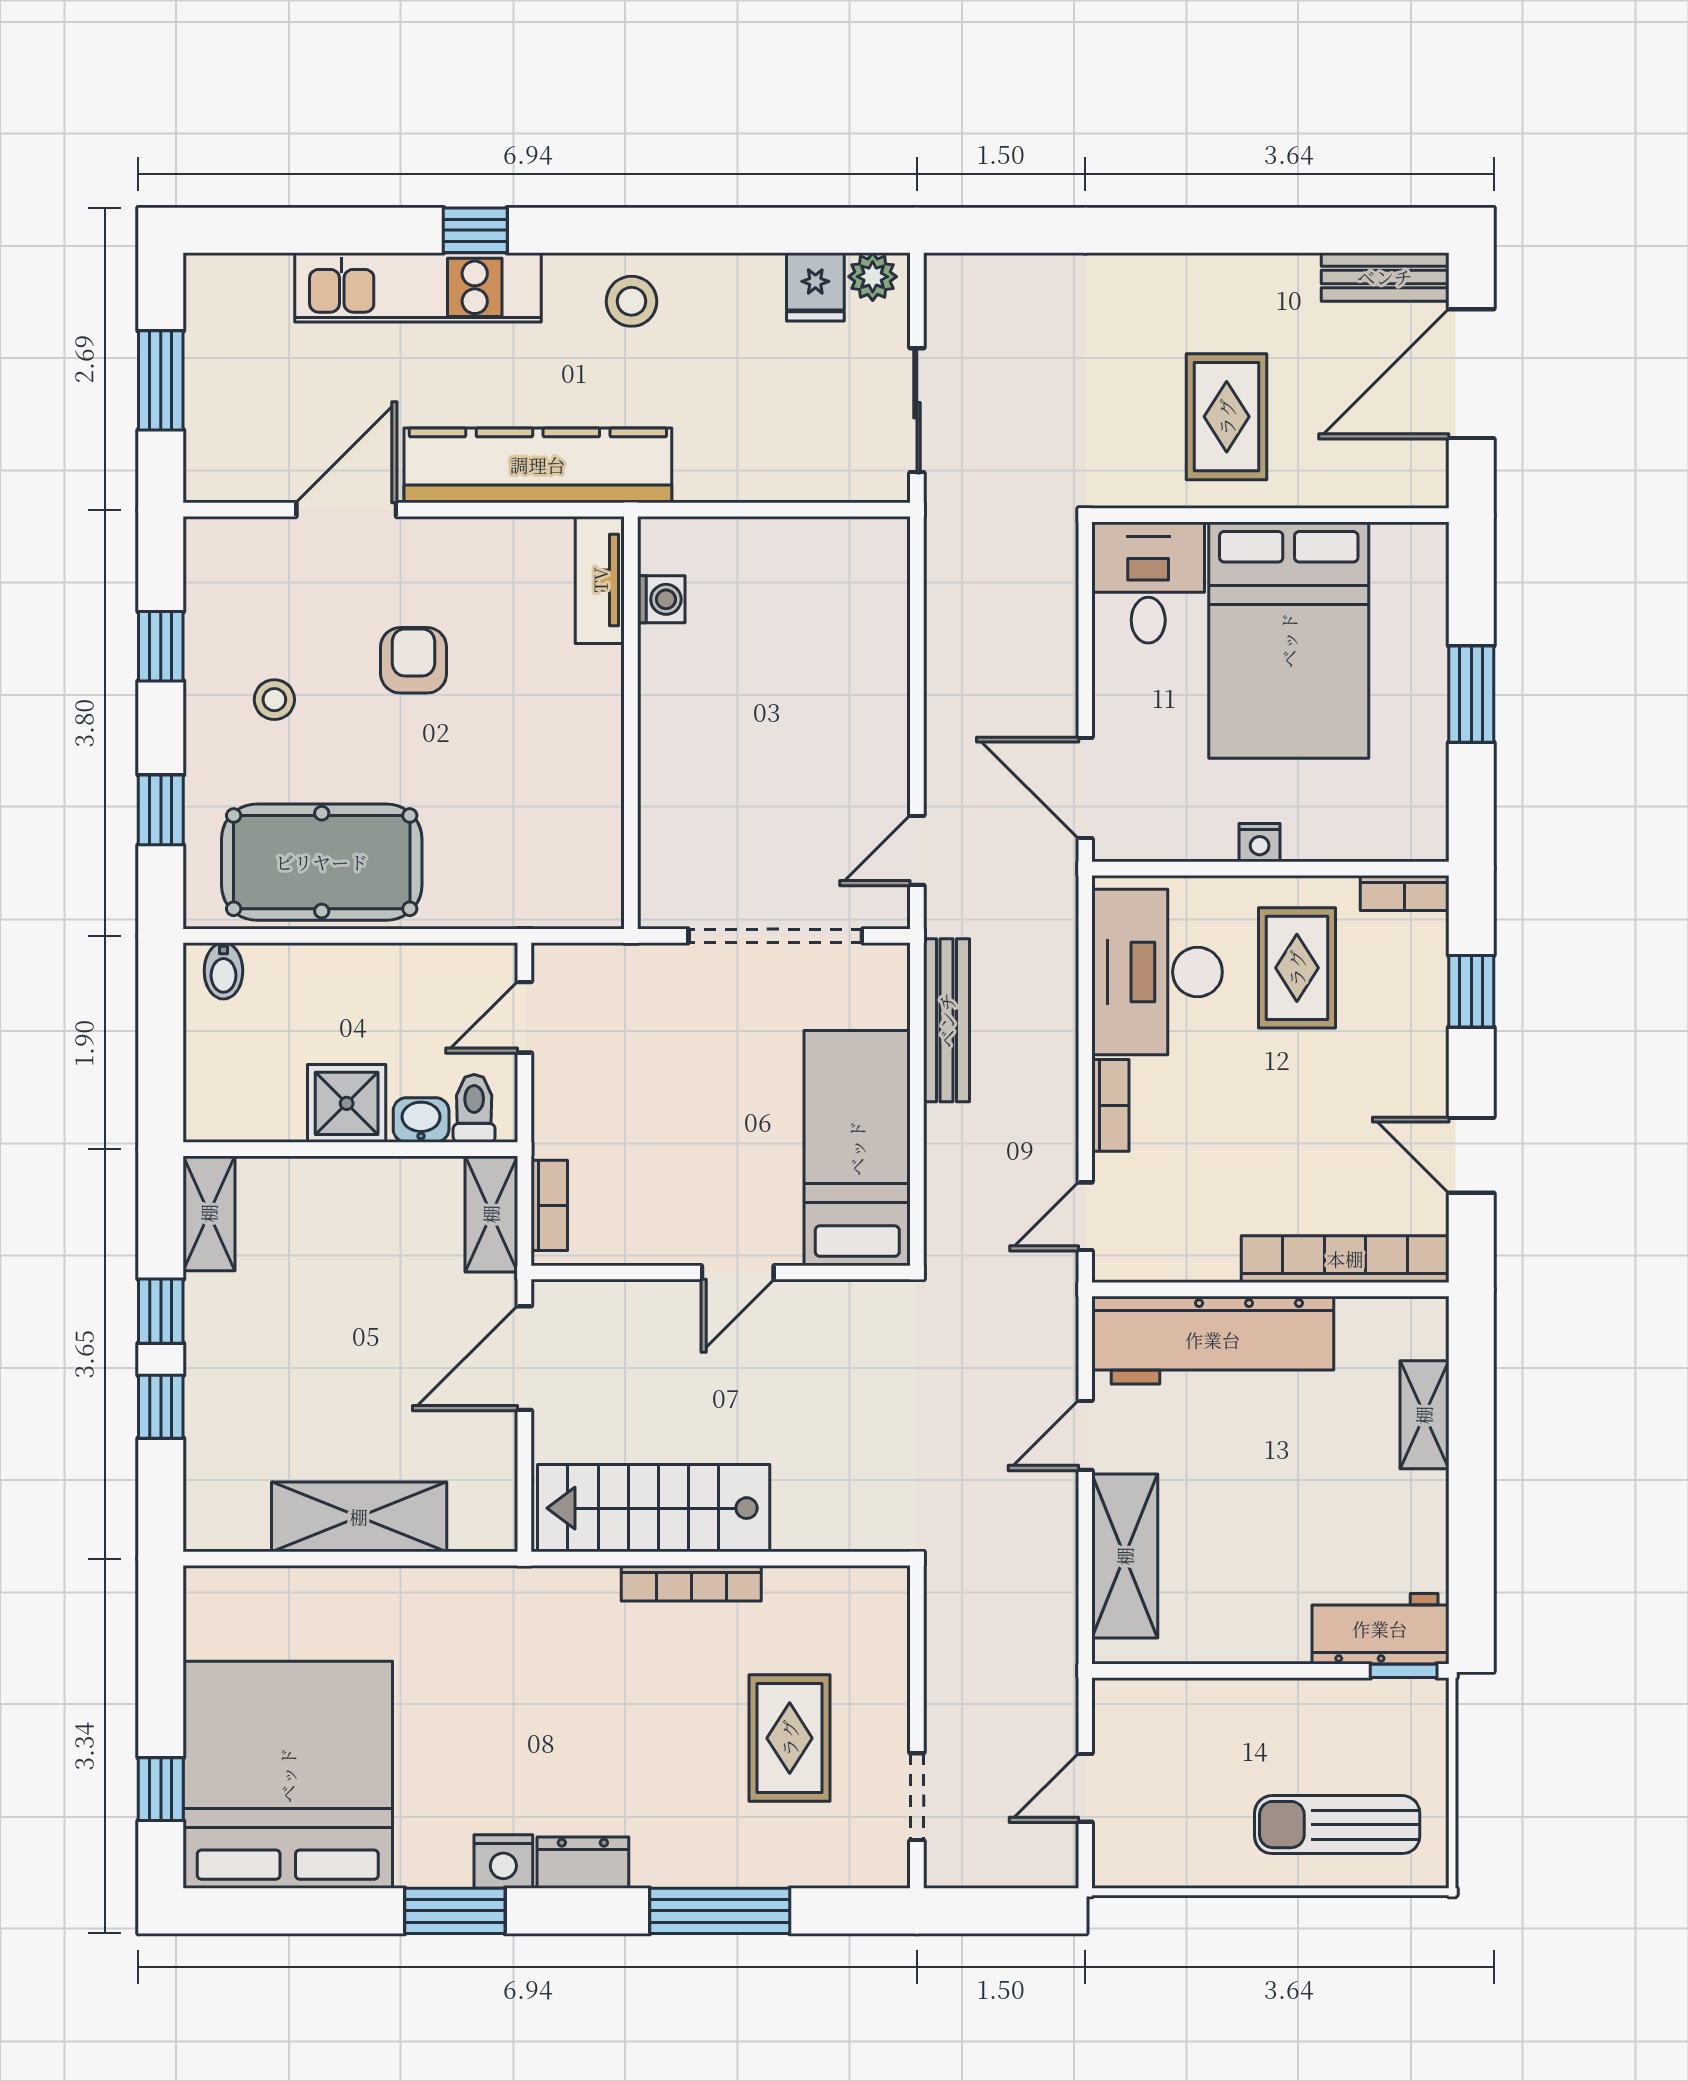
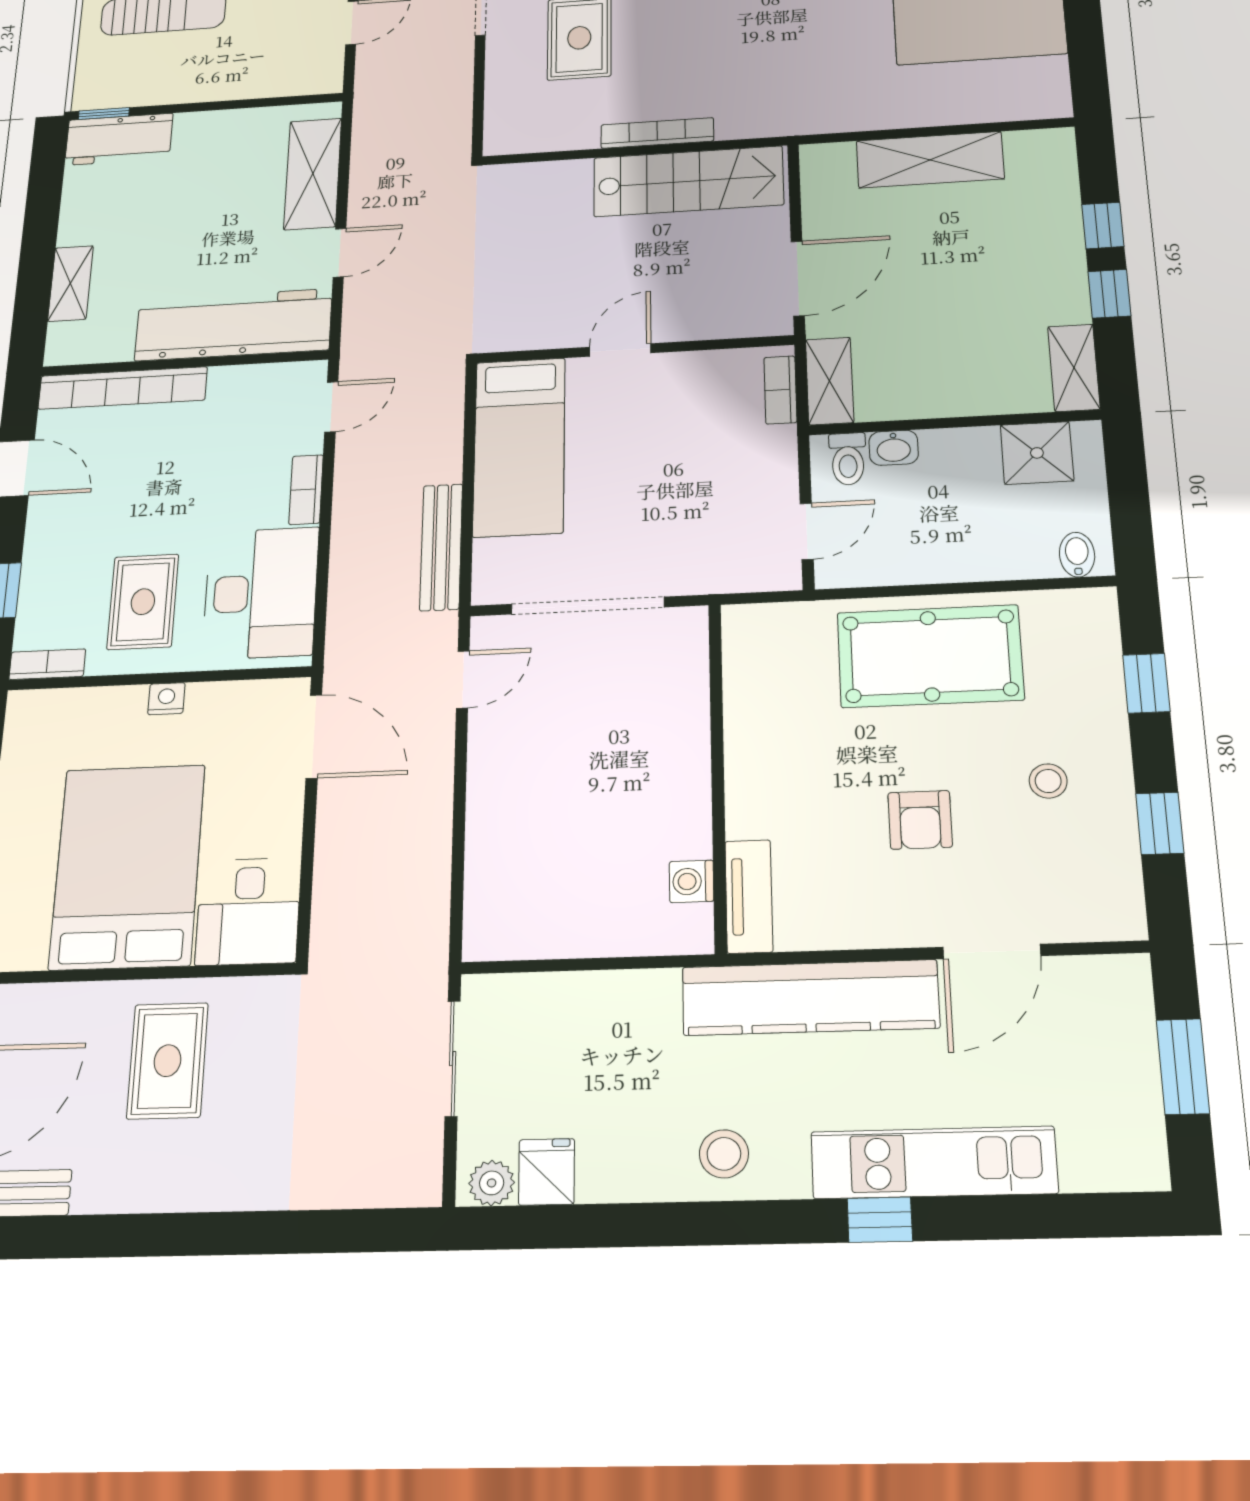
pool table: (322, 862) -> (930, 656), moved
shower: (347, 1103) -> (1037, 453), moved

